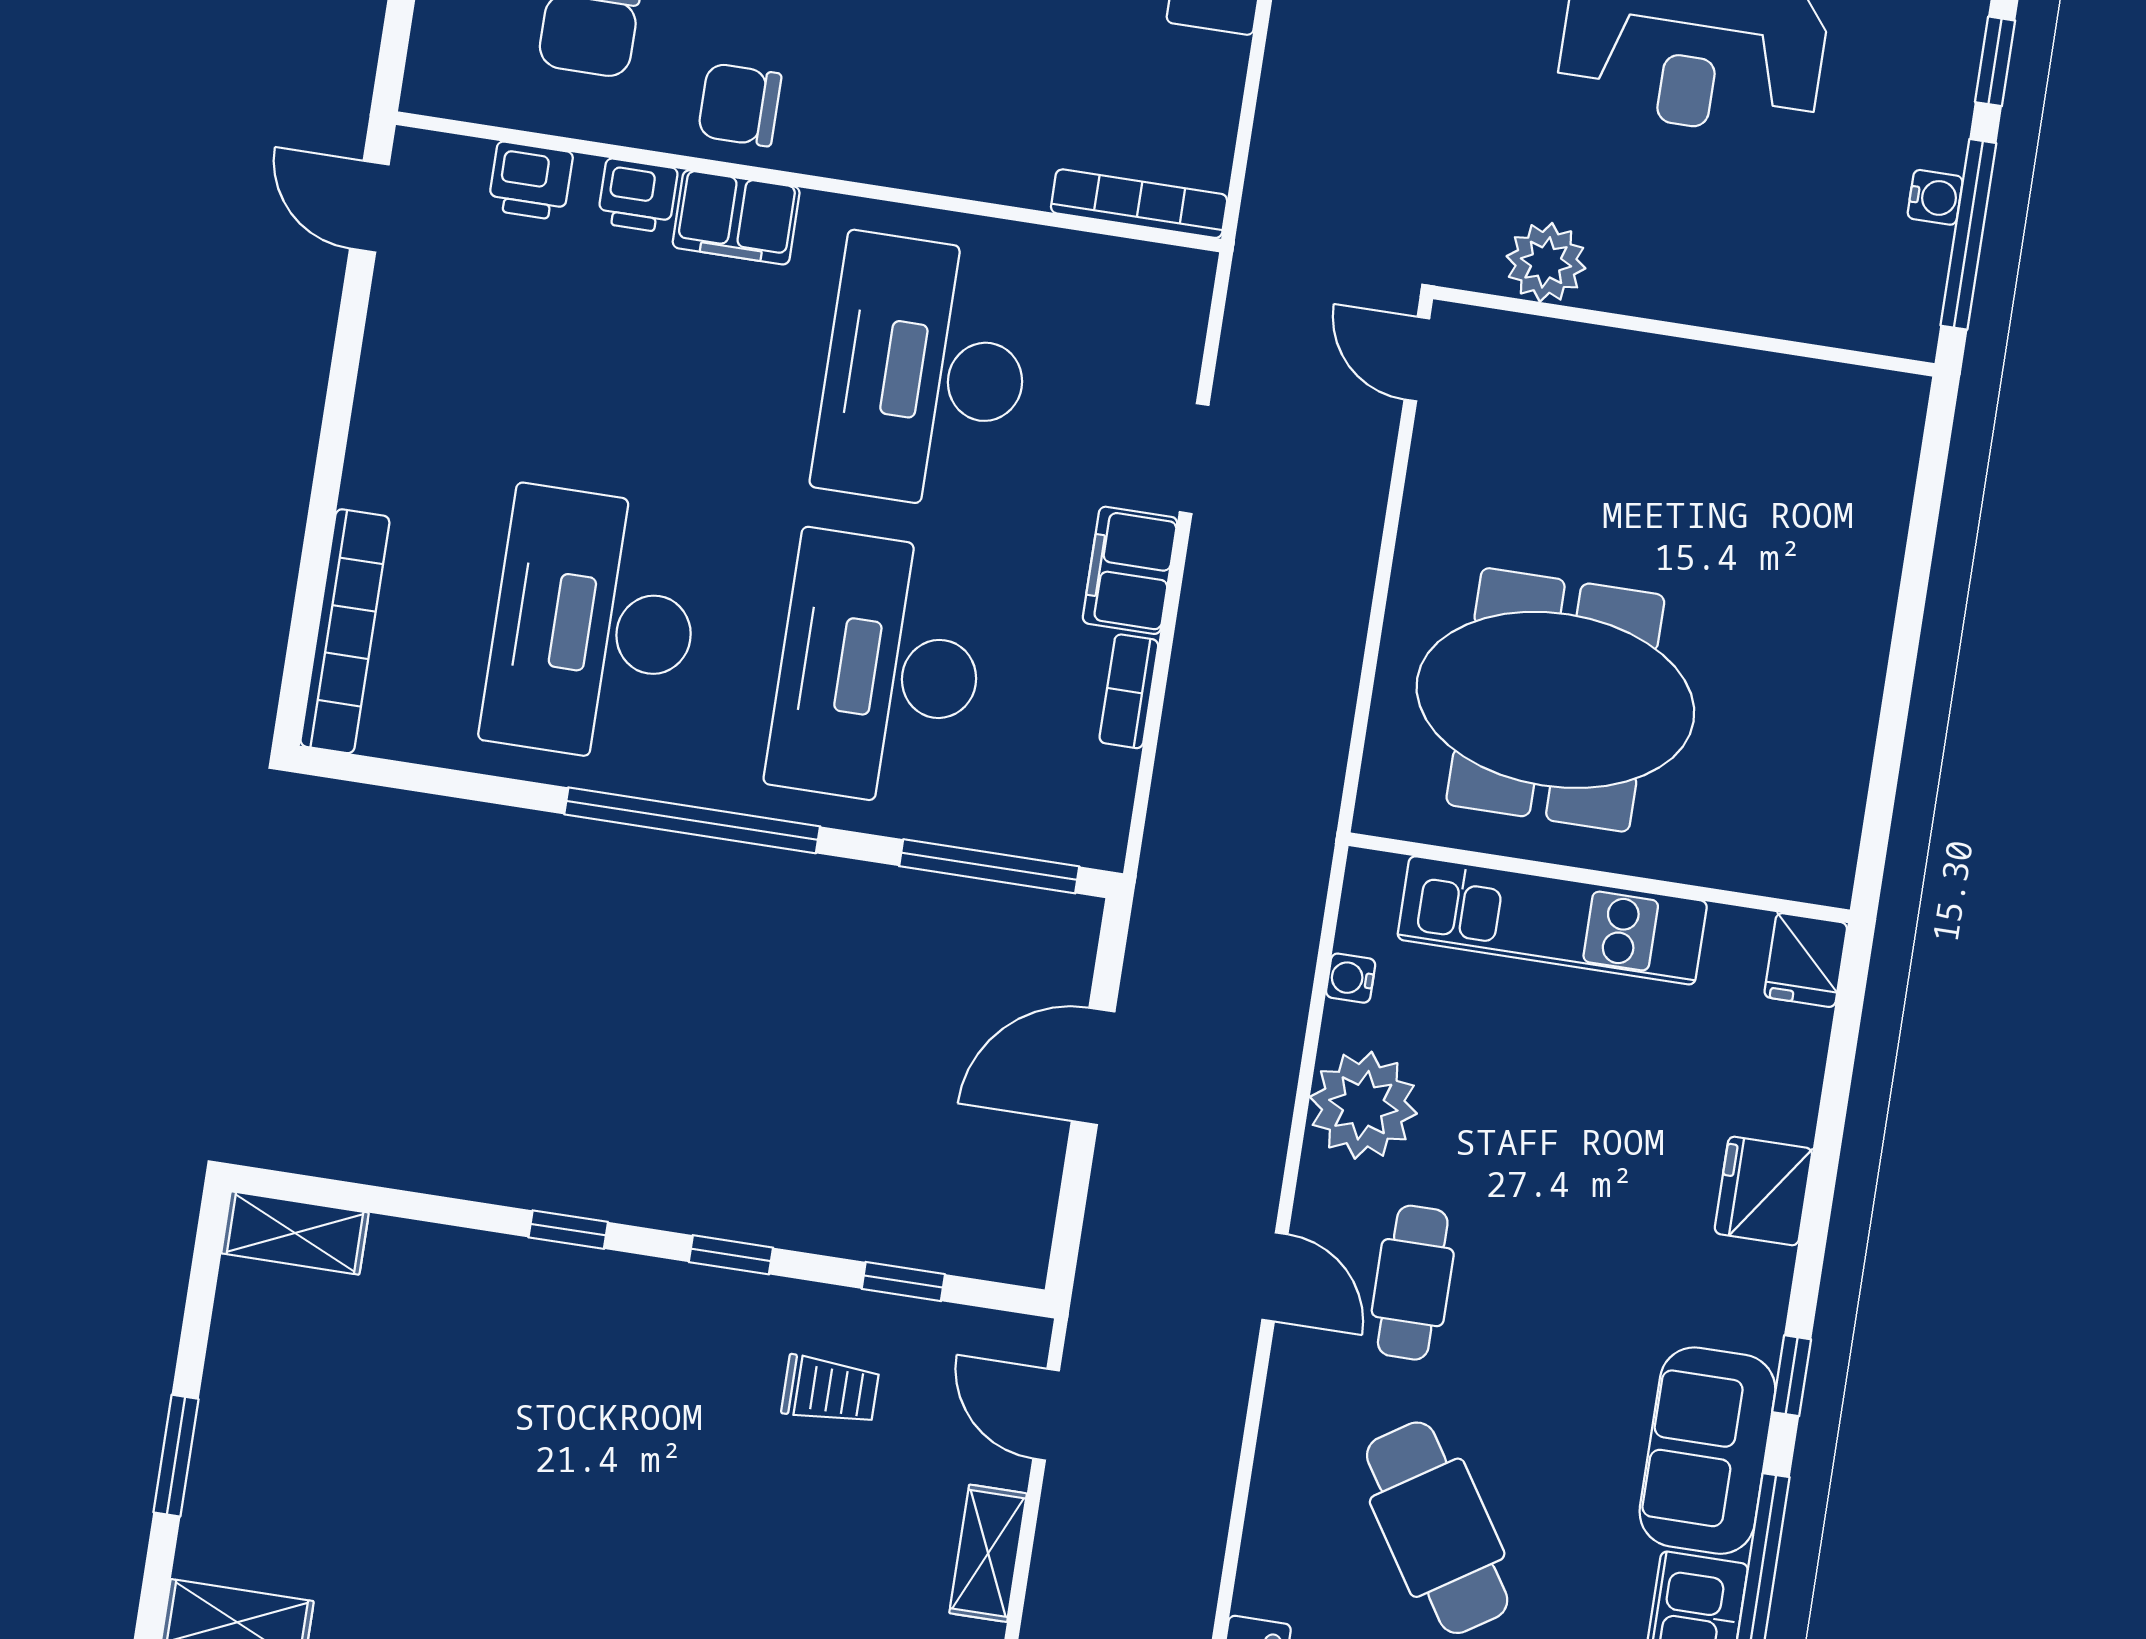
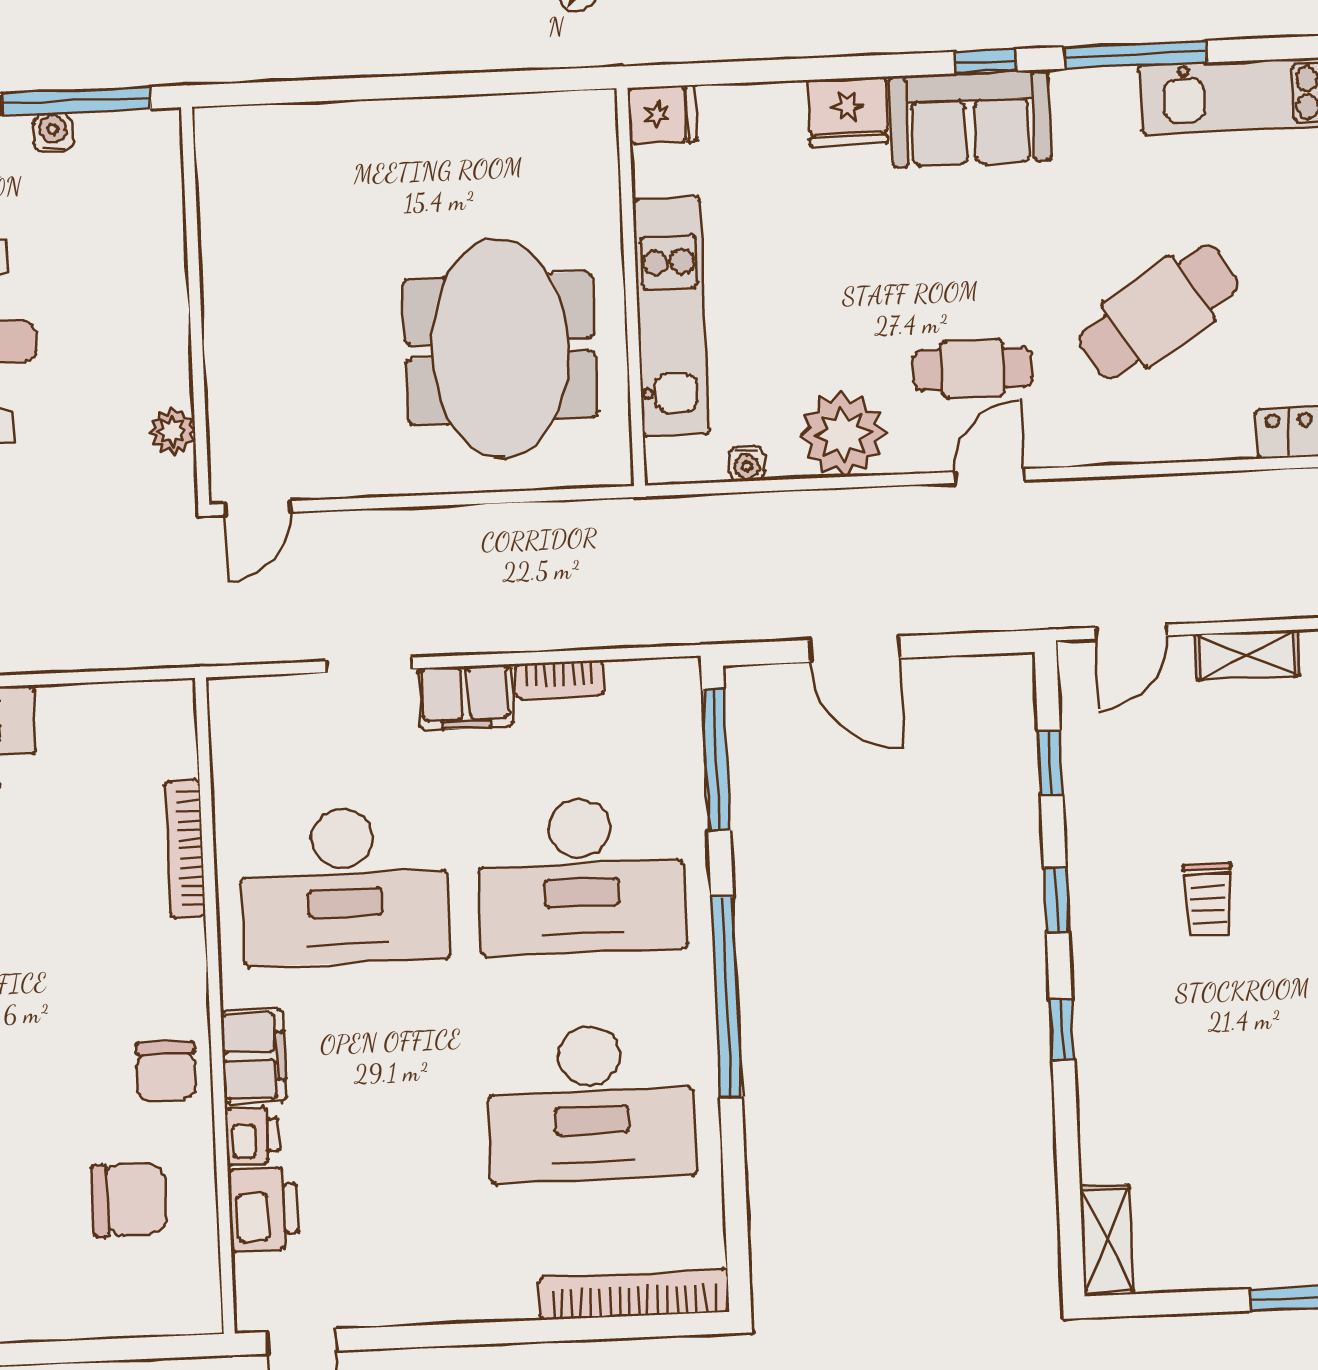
printer: (530, 181) -> (263, 1209), width x1.36, depth x1.24
bookcase: (1139, 204) -> (185, 849), moved
plant: (1546, 262) -> (172, 431), width x0.73, depth x0.73
trolley: (830, 1390) -> (1208, 900), moved, turned 180
sofa: (1707, 1451) -> (970, 119), moved

